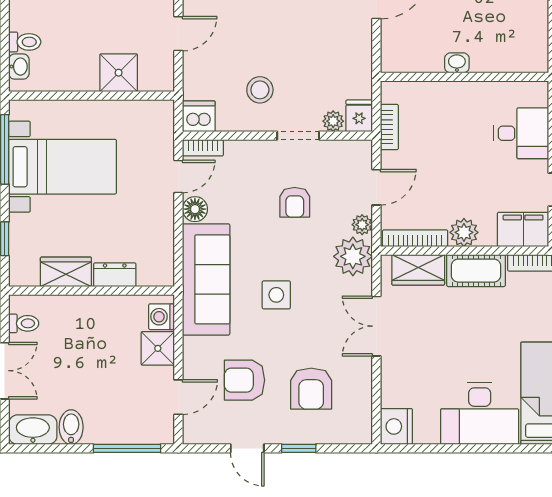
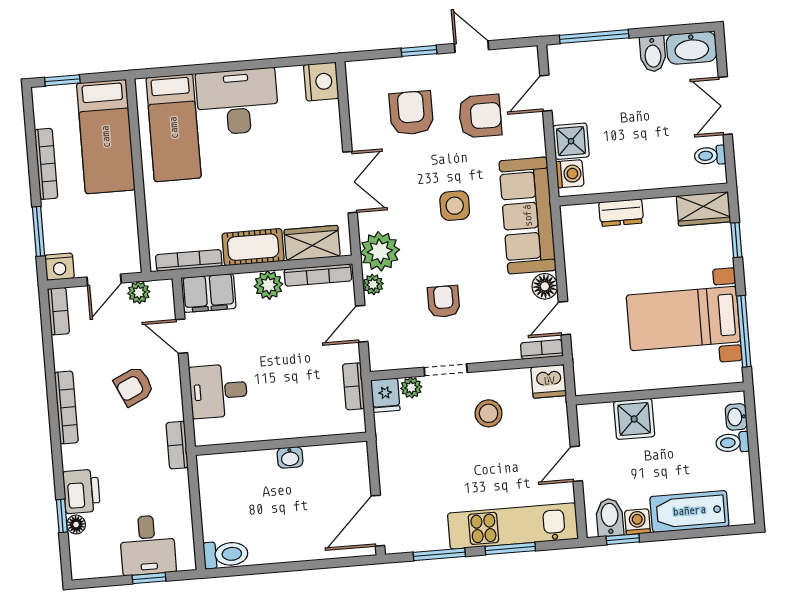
wardrobe: (66, 272) -> (703, 209), moved

